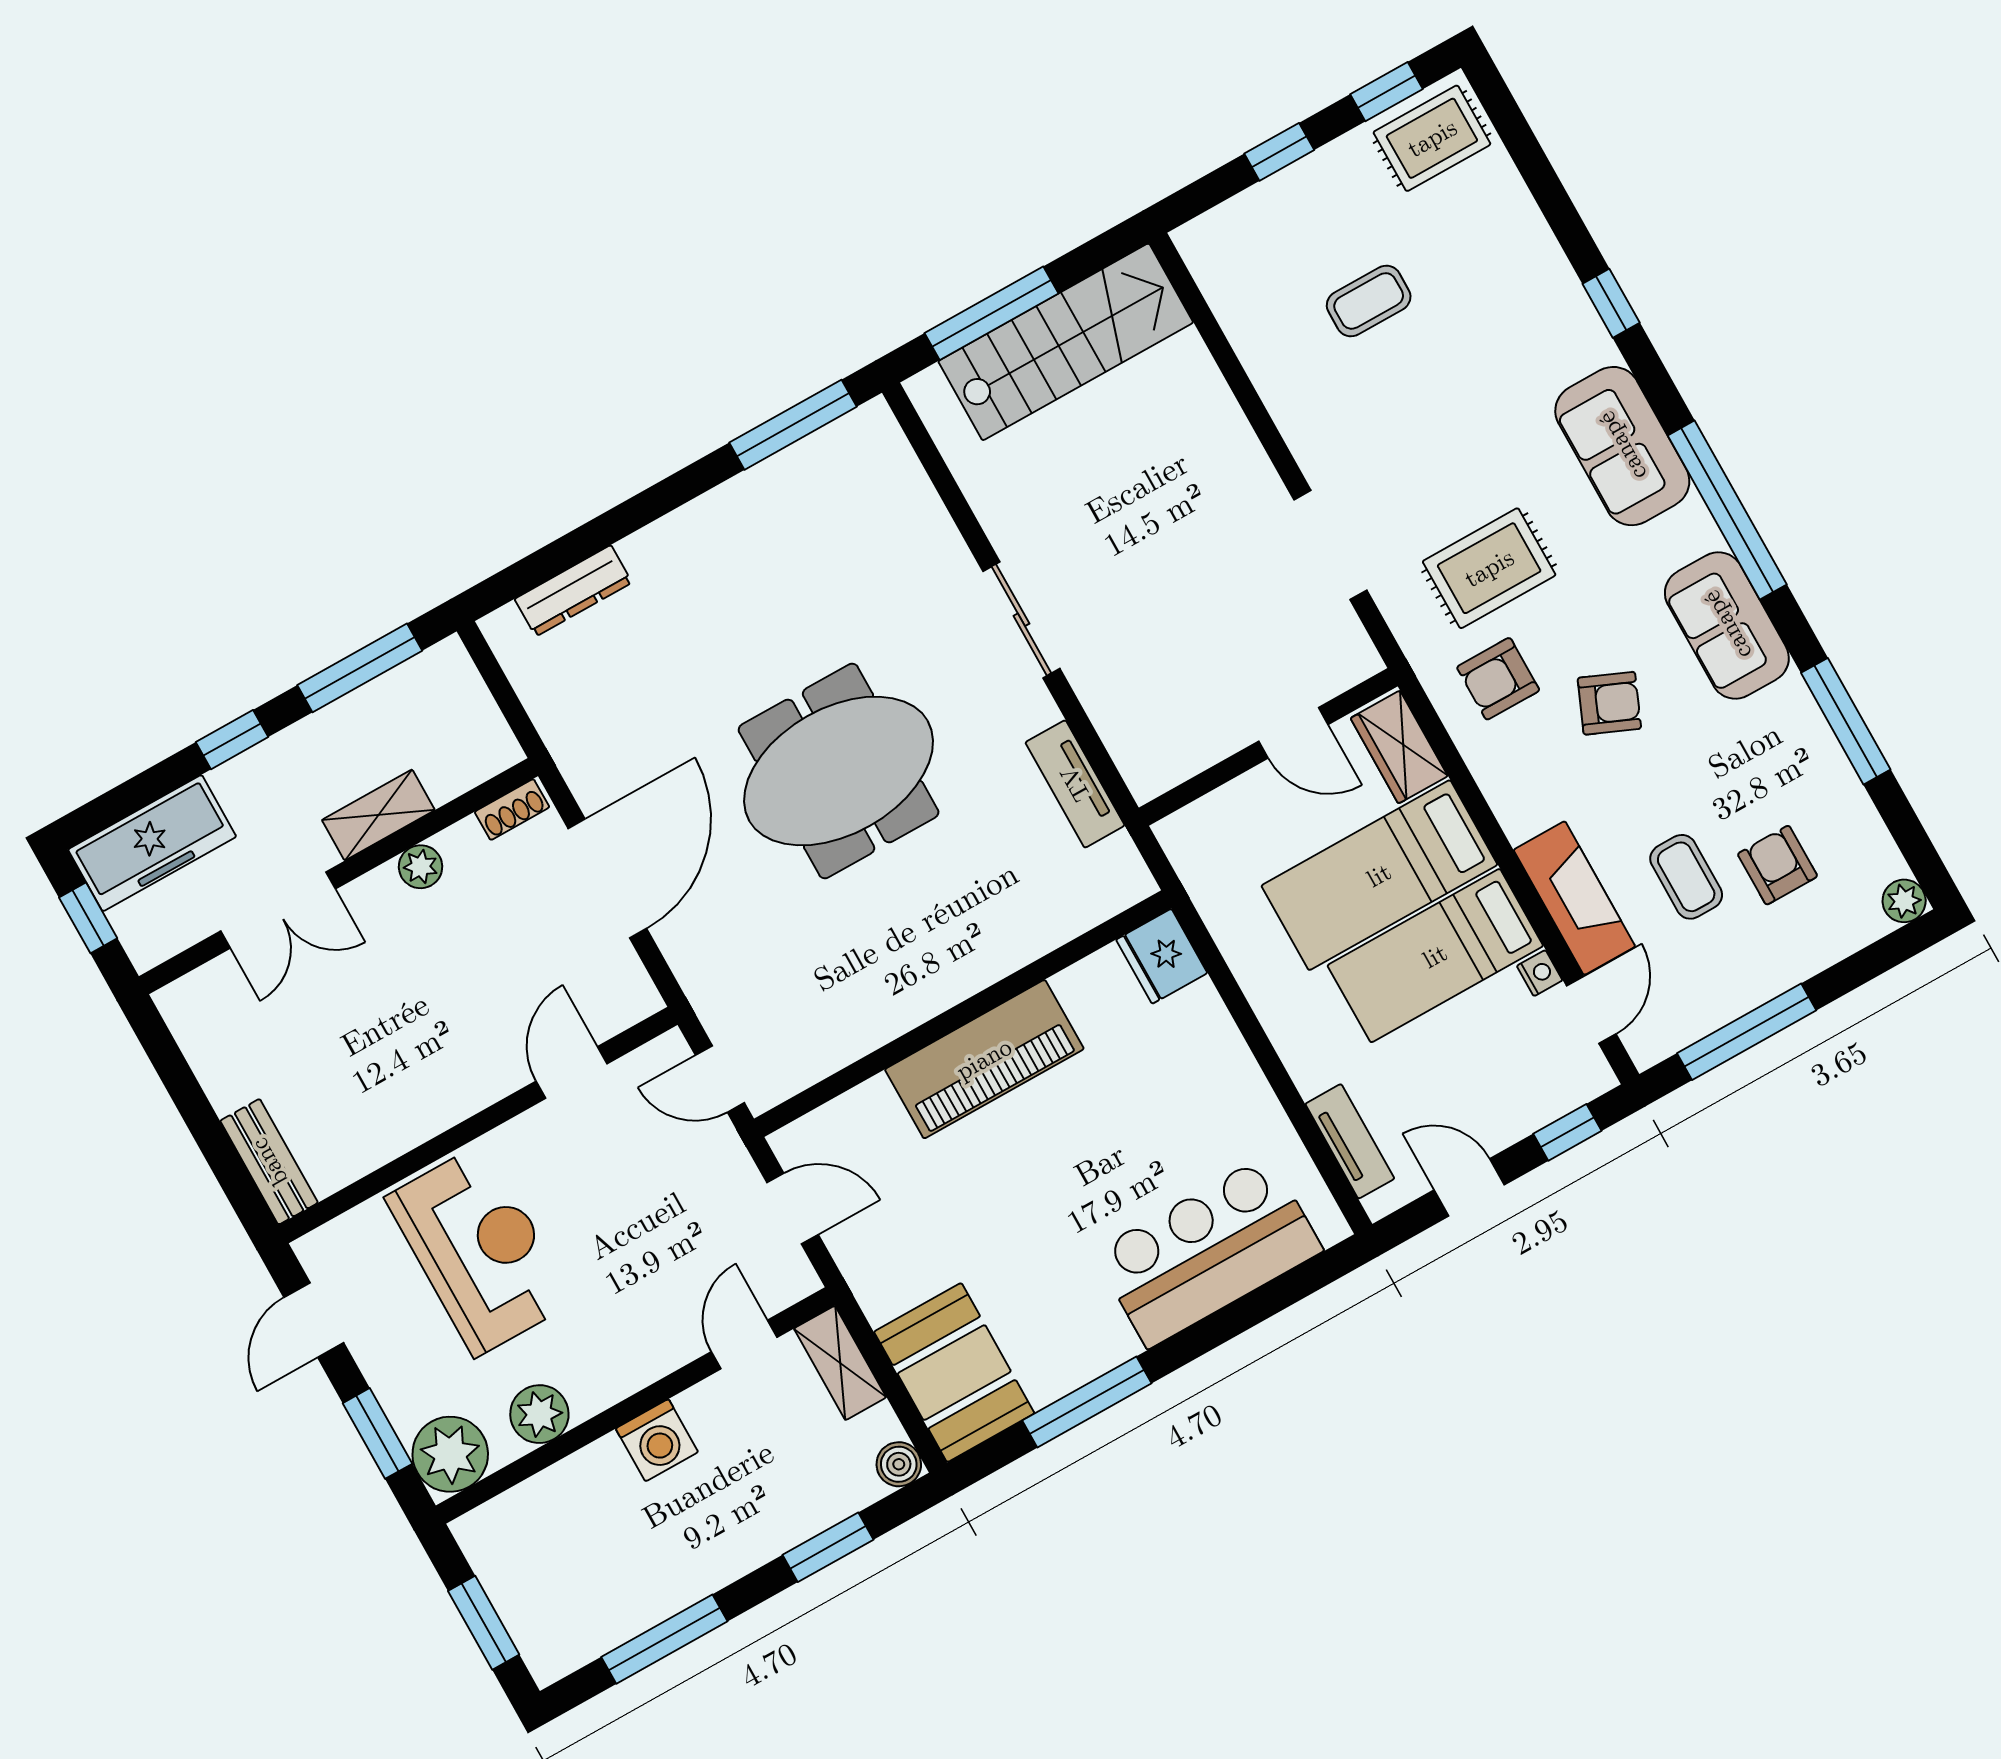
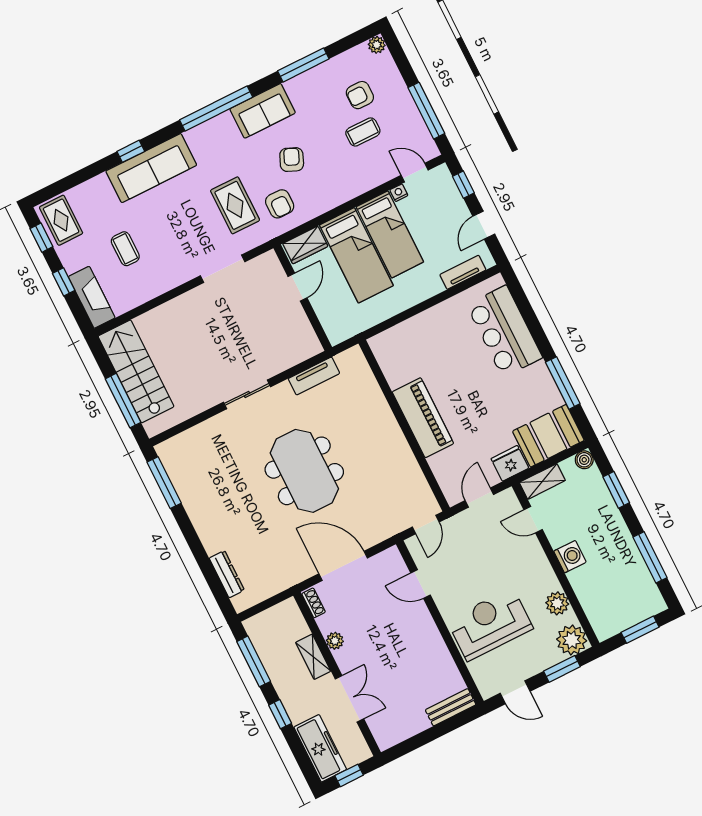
sofa: (1622, 446) -> (151, 168), moved, width x1.36
fireplace: (1574, 898) -> (92, 297), moved, turned 90
fridge: (1162, 956) -> (510, 463), moved, turned 180

